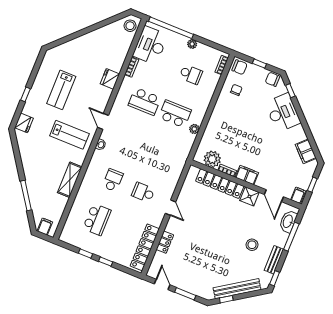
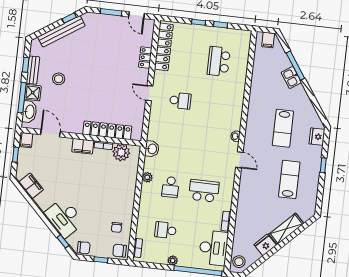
fridge: (110, 79) -> (265, 245), moved, turned -135
school desk: (175, 114) -> (171, 187), width x0.54
lab bench: (69, 135) -> (283, 128), moved, turned -90
washbasin: (182, 155) -> (152, 149), added
shelving: (70, 180) -> (286, 229), moved, turned 45
school desk: (113, 180) -> (214, 105), removed
kitchen sink: (33, 185) -> (291, 78), added
shower: (249, 196) -> (33, 93), moved
window: (275, 278) -> (26, 65), moved

